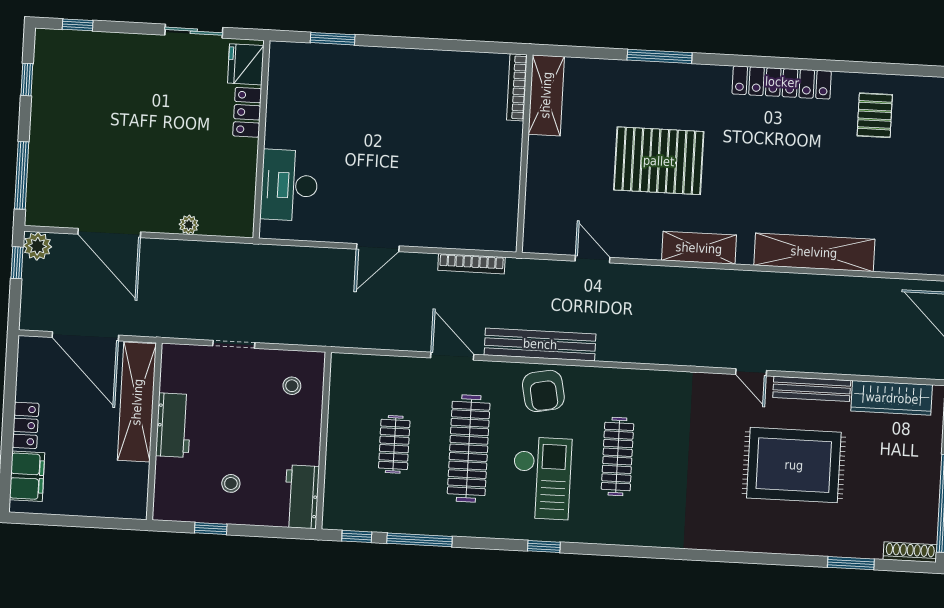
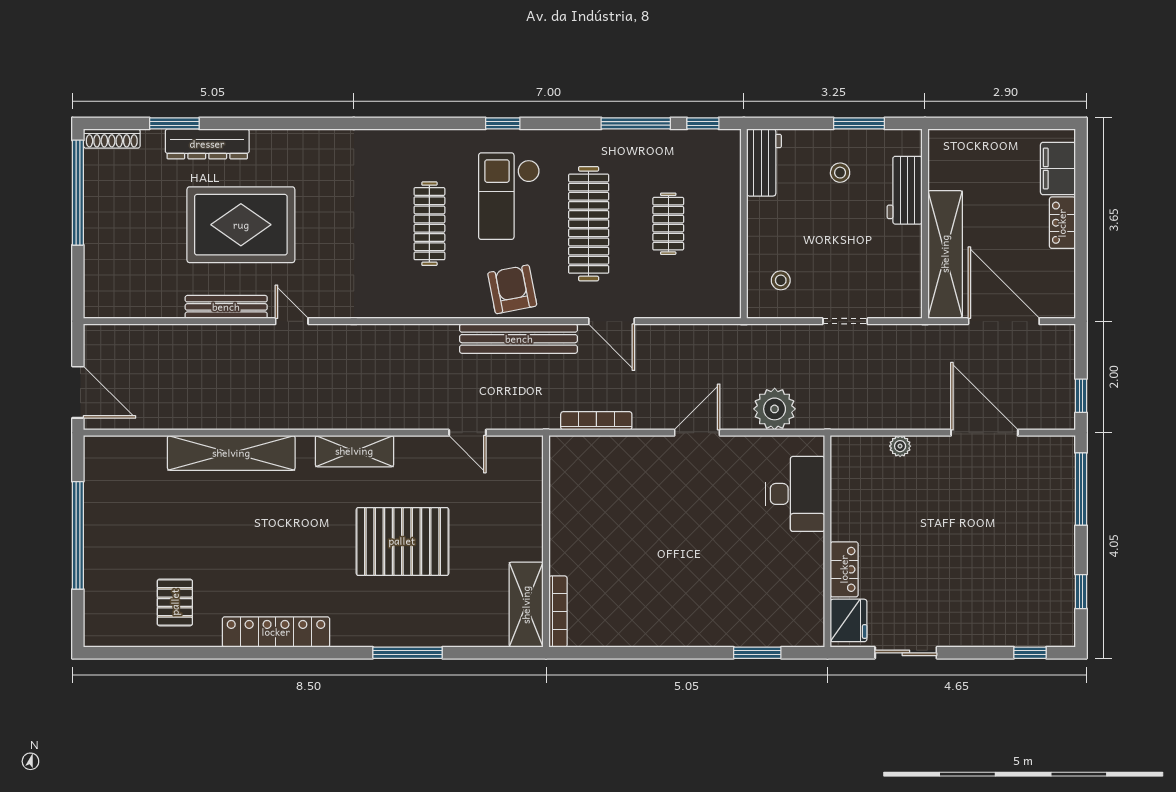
plant: (37, 246) -> (775, 409), moved, width x1.36, depth x1.36
wardrobe: (892, 398) -> (140, 302), removed
workbench: (173, 425) -> (905, 190), moved
window: (211, 529) -> (859, 123), width x1.50
dresser: (821, 542) -> (207, 144), added

